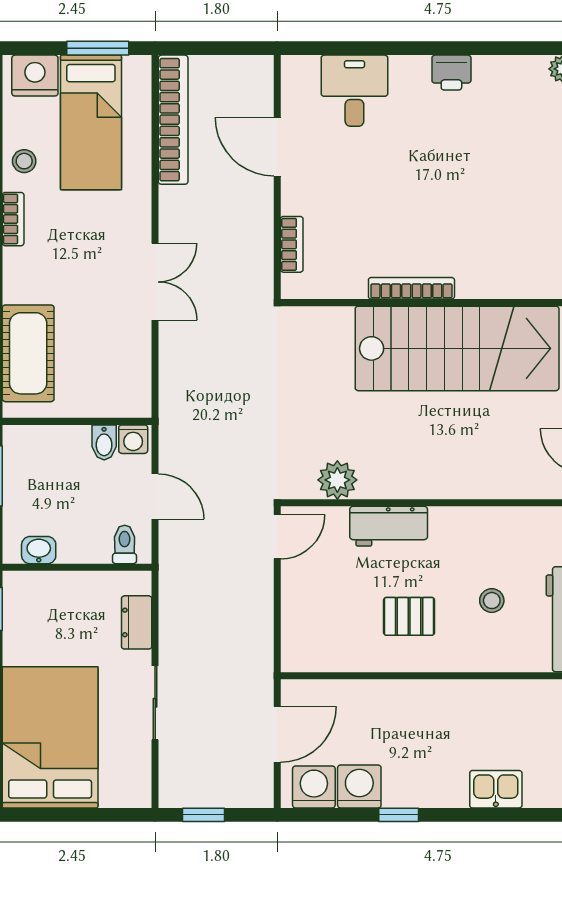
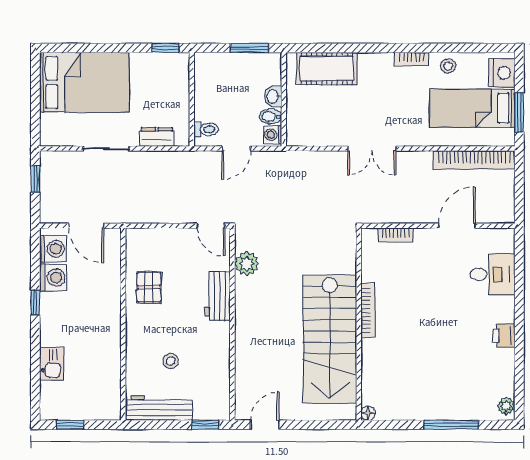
washbasin: (39, 550) -> (273, 96), moved, turned 180
pallet: (409, 616) -> (149, 287), moved

